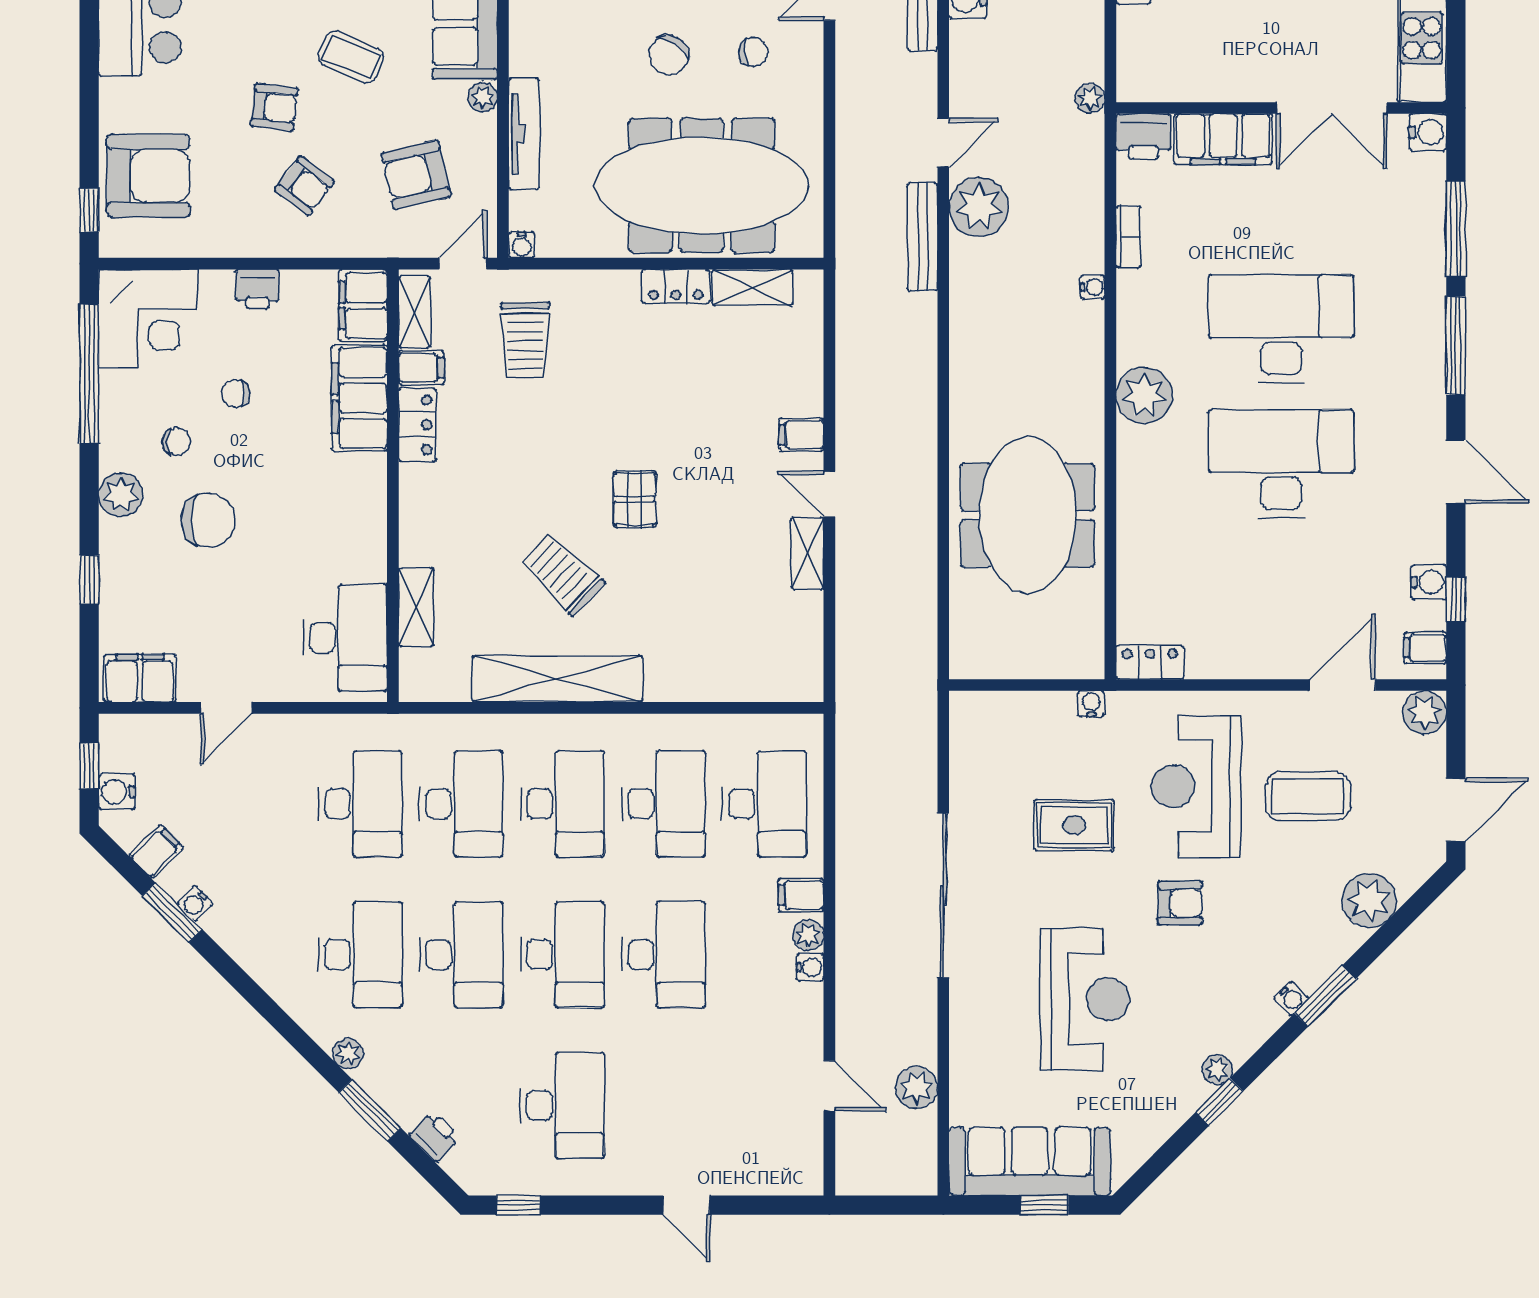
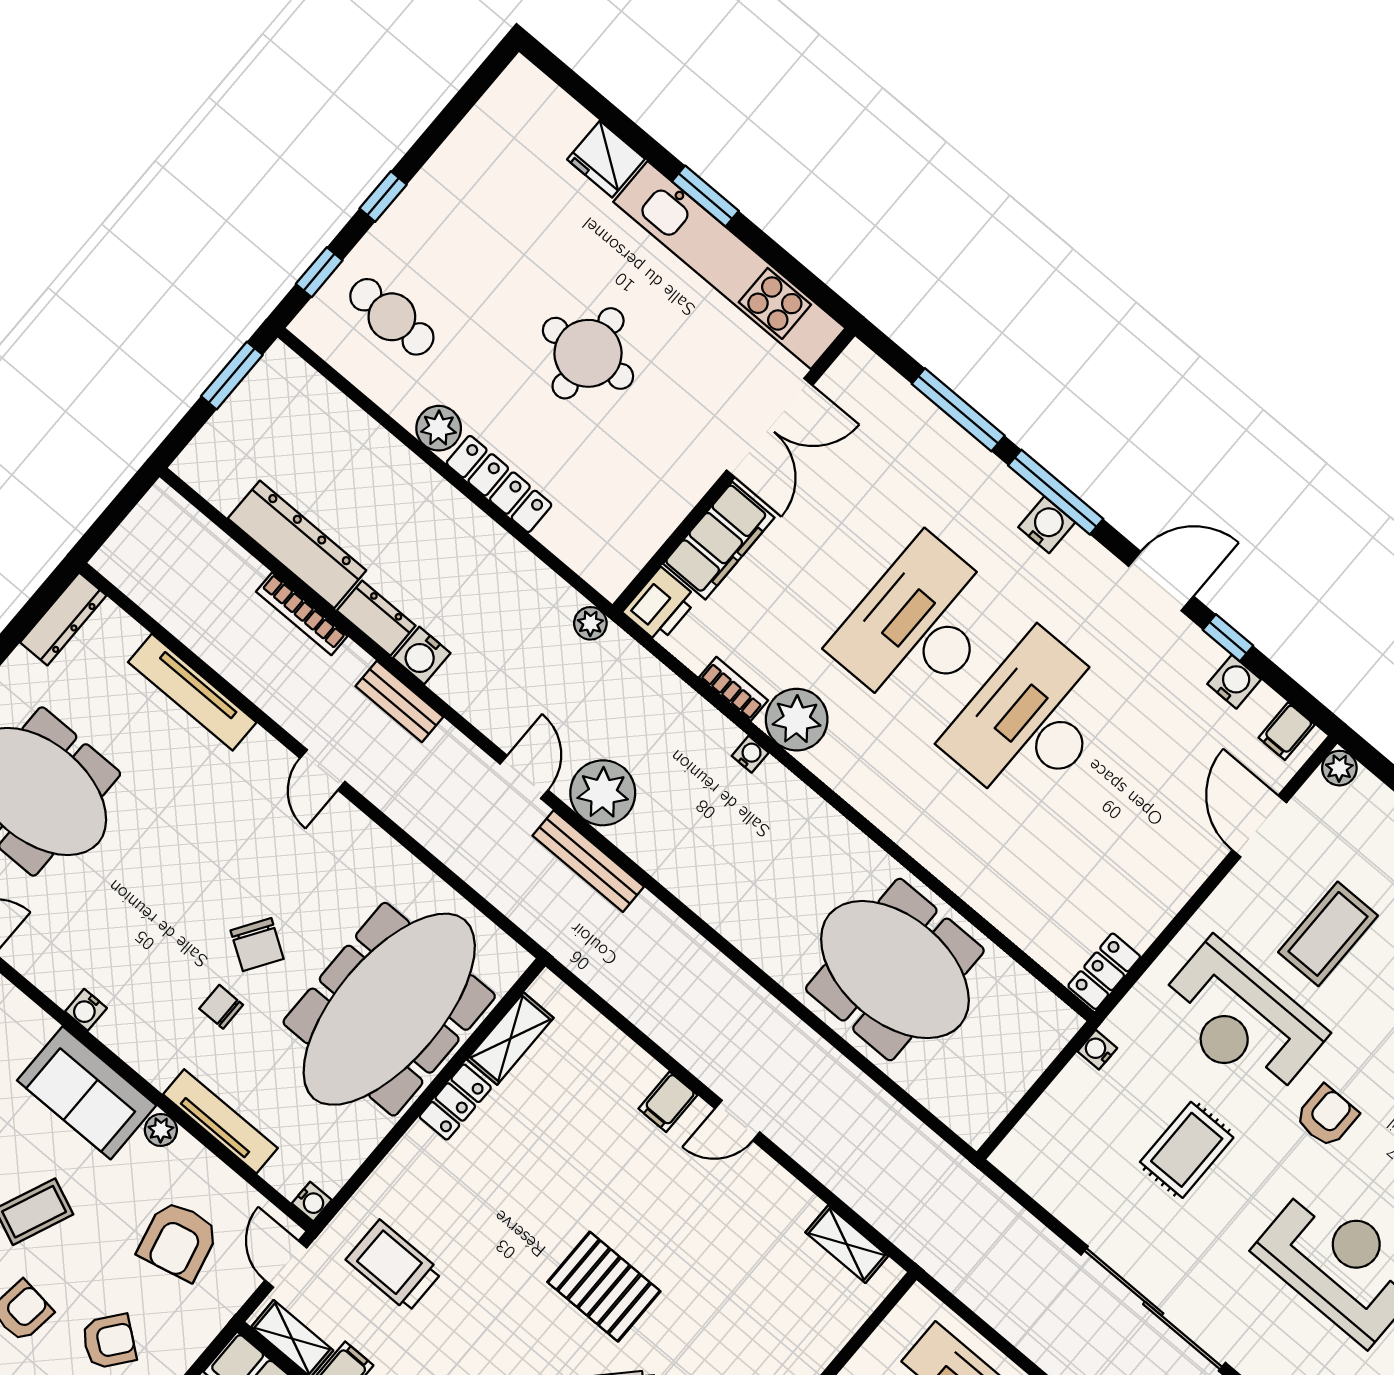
chair: (753, 52) -> (221, 1007), moved, turned -83
water cooler: (1428, 132) -> (1047, 525), moved
trolley: (525, 340) -> (394, 1266), turned 180
plant: (1144, 395) -> (797, 720), moved
pallet: (635, 499) -> (604, 1287), width x1.50, depth x1.42
shelving: (808, 553) -> (847, 1244), moved
window: (1456, 600) -> (1228, 638), moved
plant: (1425, 712) -> (1339, 768), width x0.73, depth x0.73

